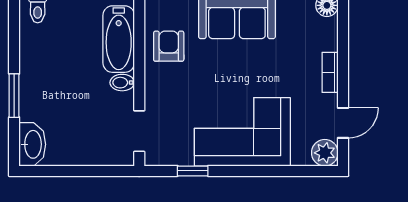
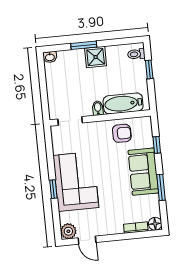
bookcase: (330, 72) -> (136, 228), moved
shower: (36, 78) -> (96, 57), added
washbasin: (32, 144) -> (50, 57), width x0.52, depth x0.69
window: (193, 171) -> (53, 189), moved

